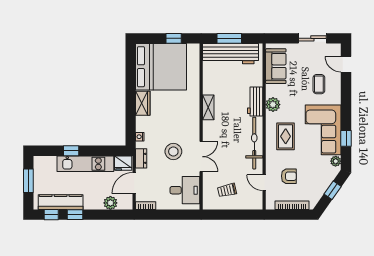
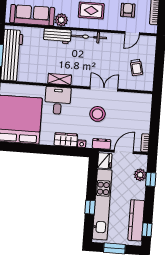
sofa: (276, 66) -> (32, 15), width x1.36
wardrobe: (143, 103) -> (66, 140), moved
bicycle: (254, 143) -> (89, 37), width x0.73, depth x0.71
kitchen unit: (85, 164) -> (102, 205), width x1.36
door: (134, 183) -> (124, 152), swing flipped
desk: (185, 190) -> (58, 101), moved
window: (75, 215) -> (151, 179), moved

